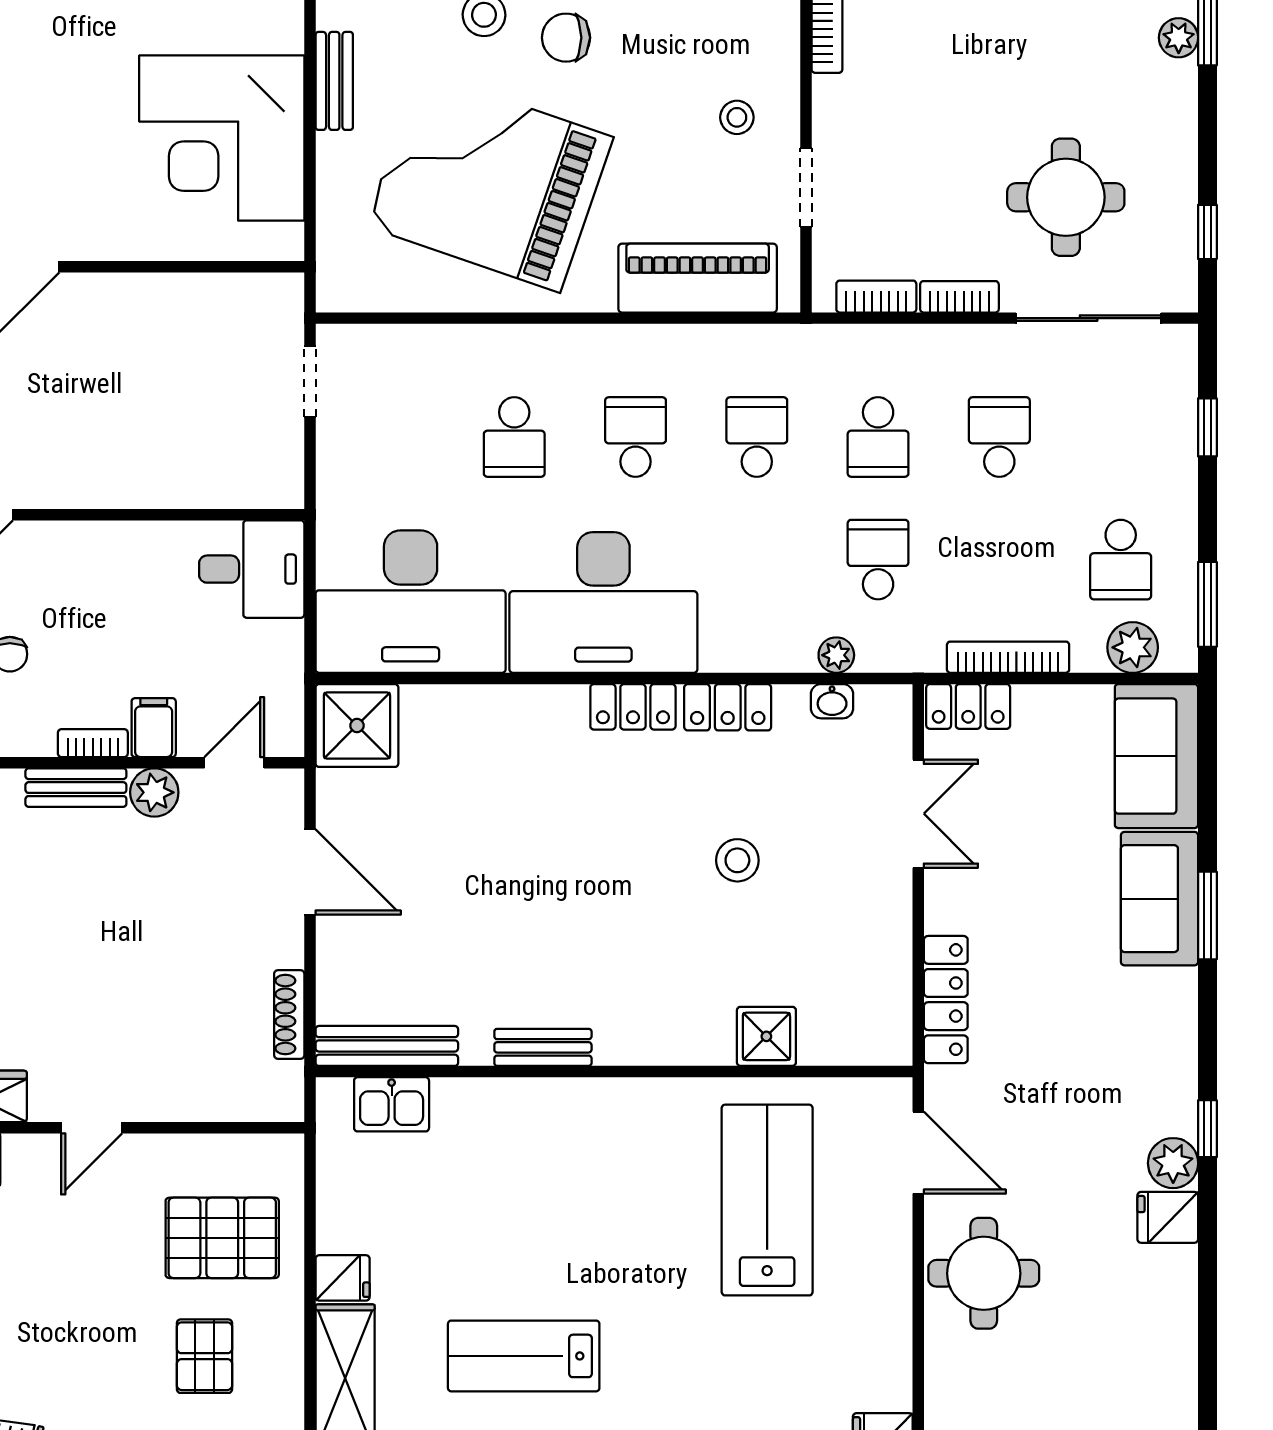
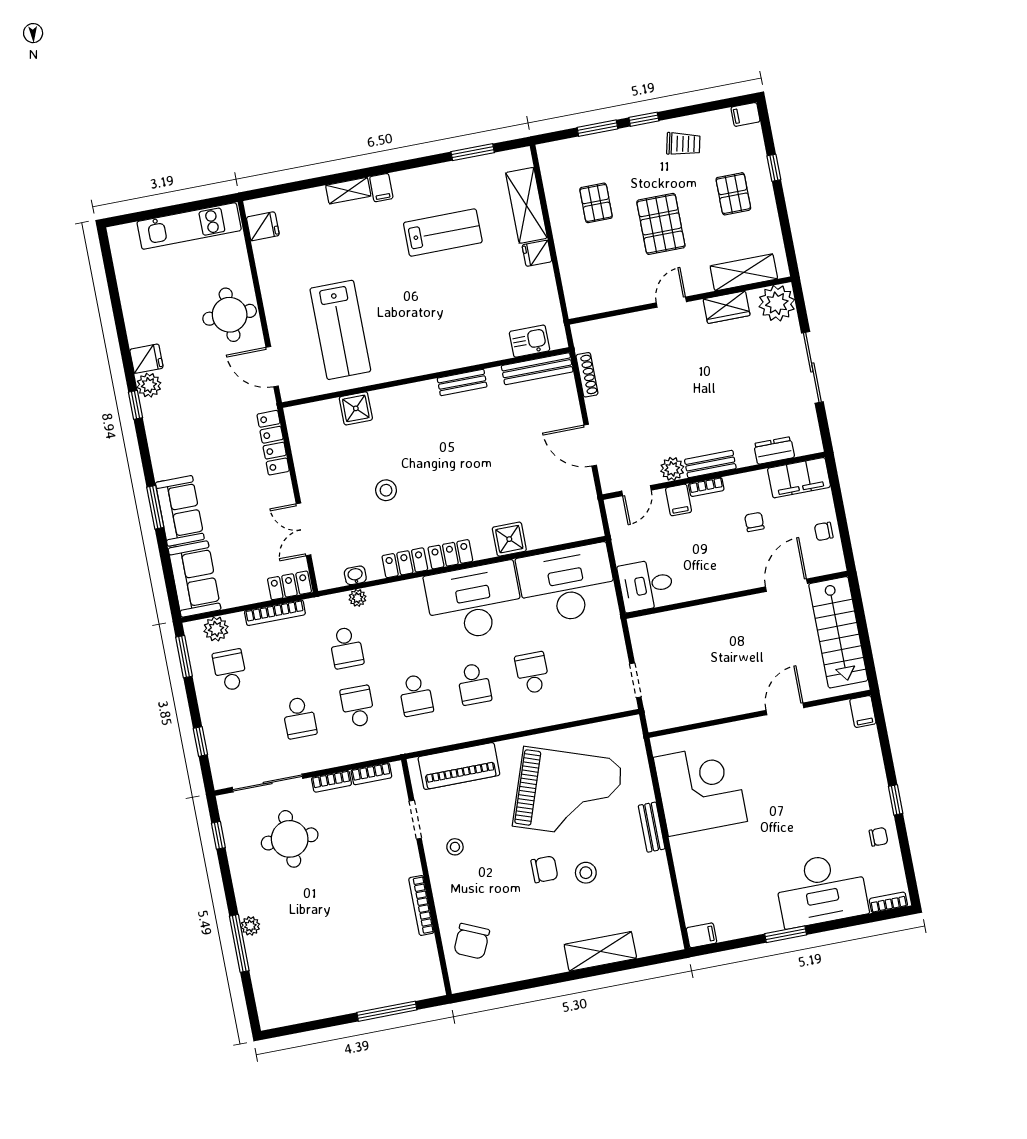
shower: (357, 726) -> (509, 539), moved, width x0.73, depth x0.73
pallet: (222, 1238) -> (661, 224), moved, turned 90

